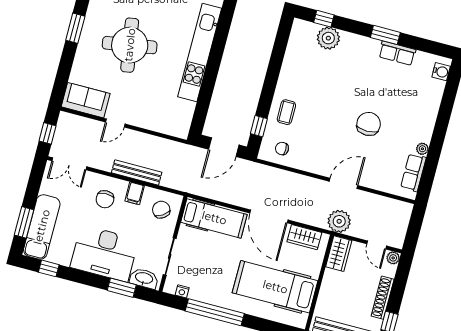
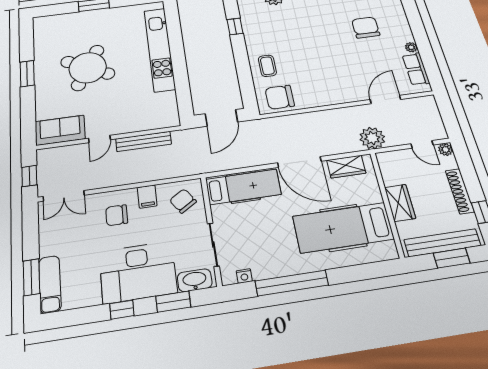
round table: (130, 45) -> (88, 68), turned 37
chair: (369, 124) -> (366, 27), moved
window: (259, 126) -> (235, 26), moved
chair: (282, 149) -> (280, 97), width x1.87, depth x1.87
bench: (137, 172) -> (144, 141), moved
door: (344, 183) -> (385, 99), moved
chair: (105, 199) -> (117, 215), turned 90
exam couch: (42, 227) -> (50, 284), width x0.73, depth x0.69
wardrobe: (339, 254) -> (400, 203), moved
window: (49, 268) -> (122, 310), moved

